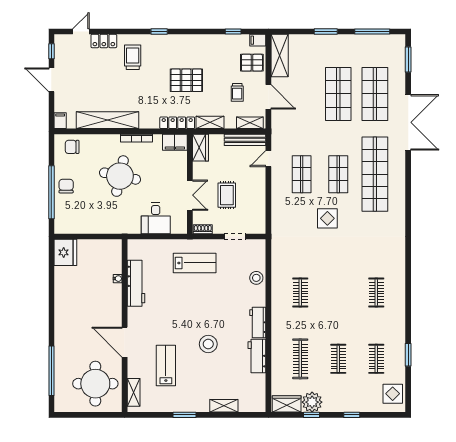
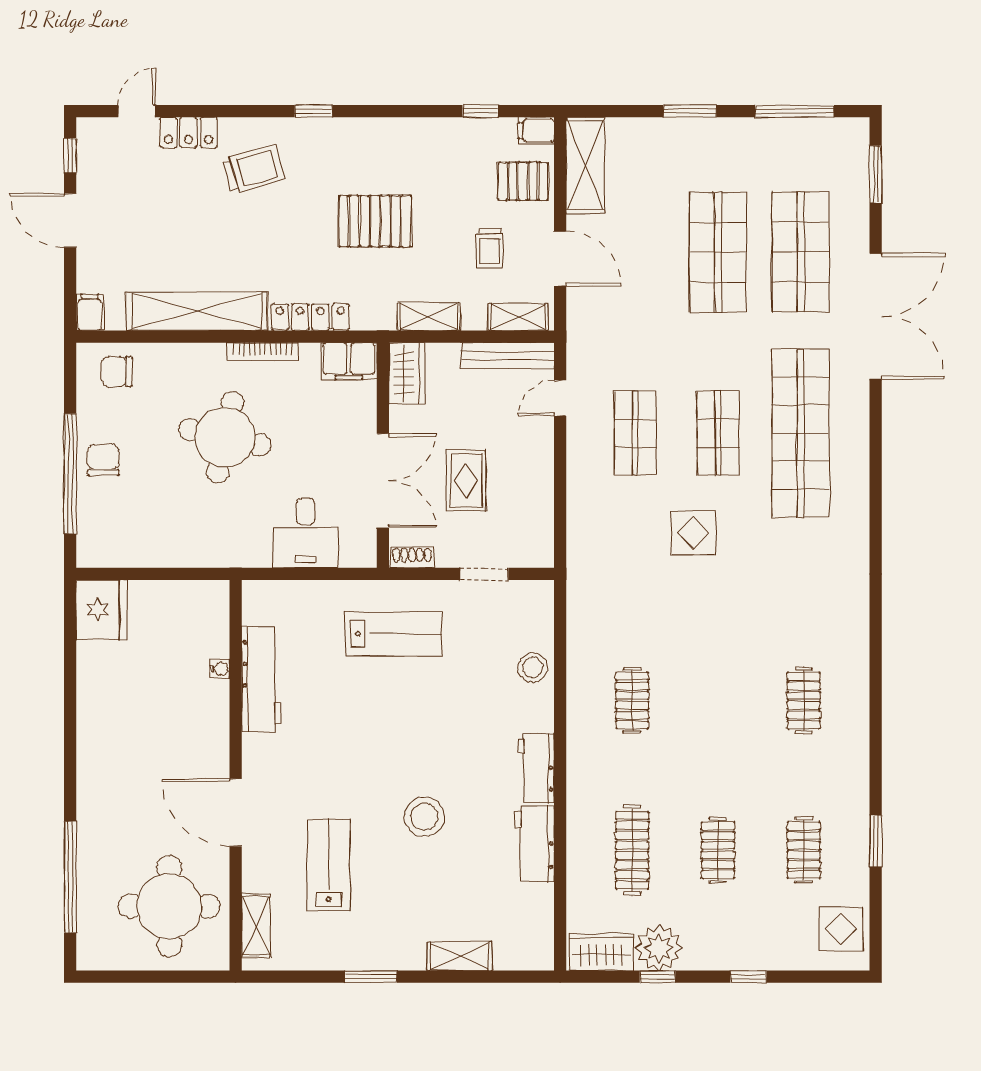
trolley: (133, 57) -> (254, 169), turned 74
locker: (177, 123) -> (310, 317), moved
double door: (190, 195) -> (383, 481), width x1.37

